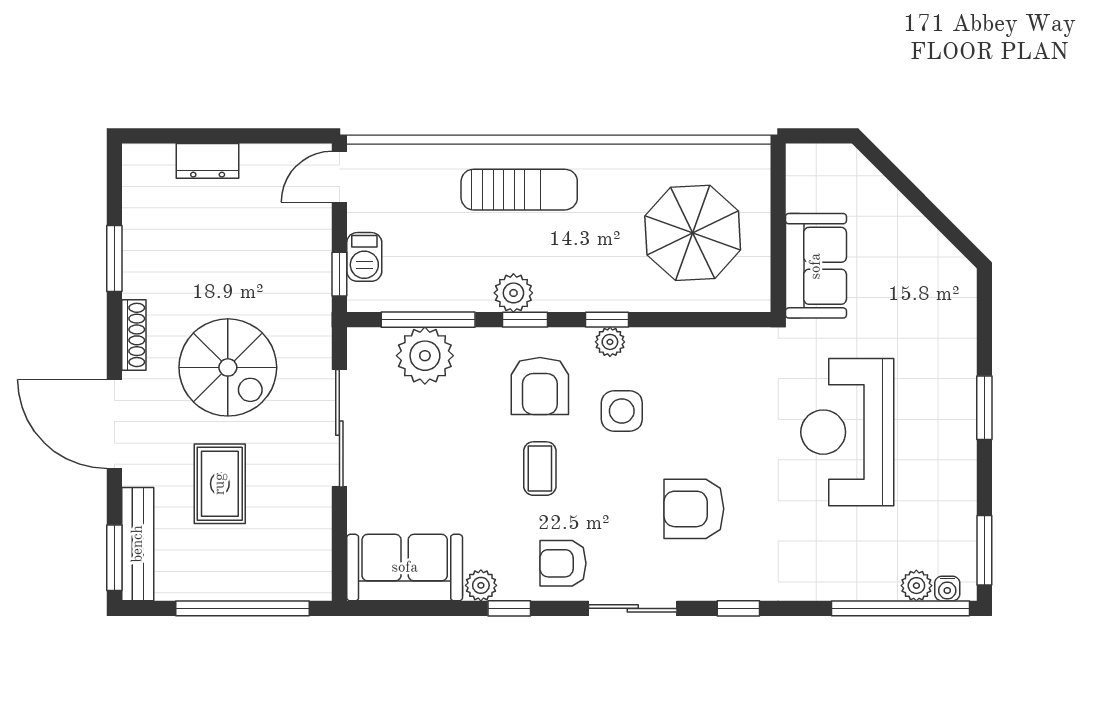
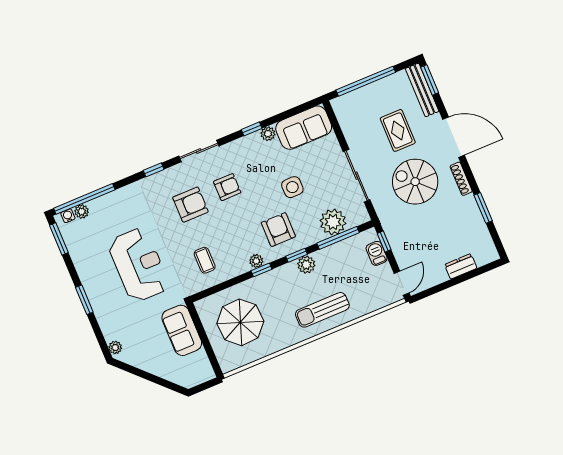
plant: (963, 287) -> (115, 347), added
side table: (622, 411) -> (292, 187), moved
coffee table: (540, 469) -> (205, 260), moved
armchair: (563, 563) -> (227, 187), moved

